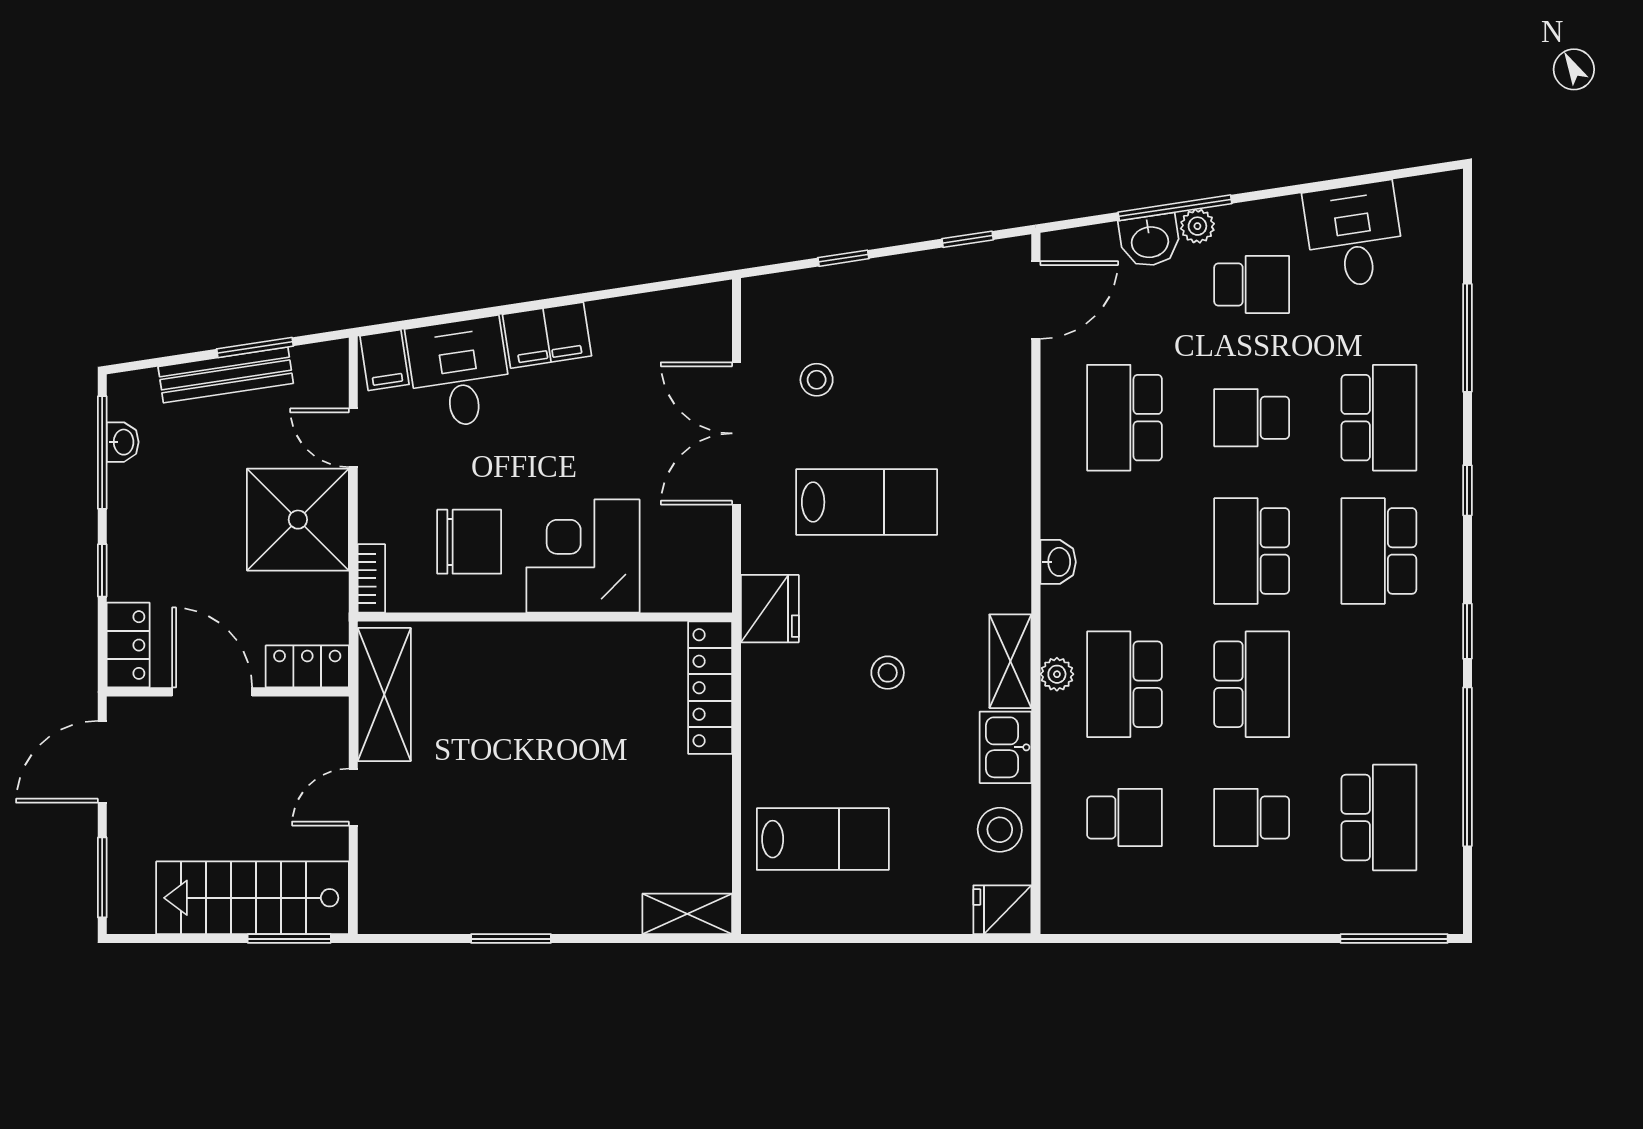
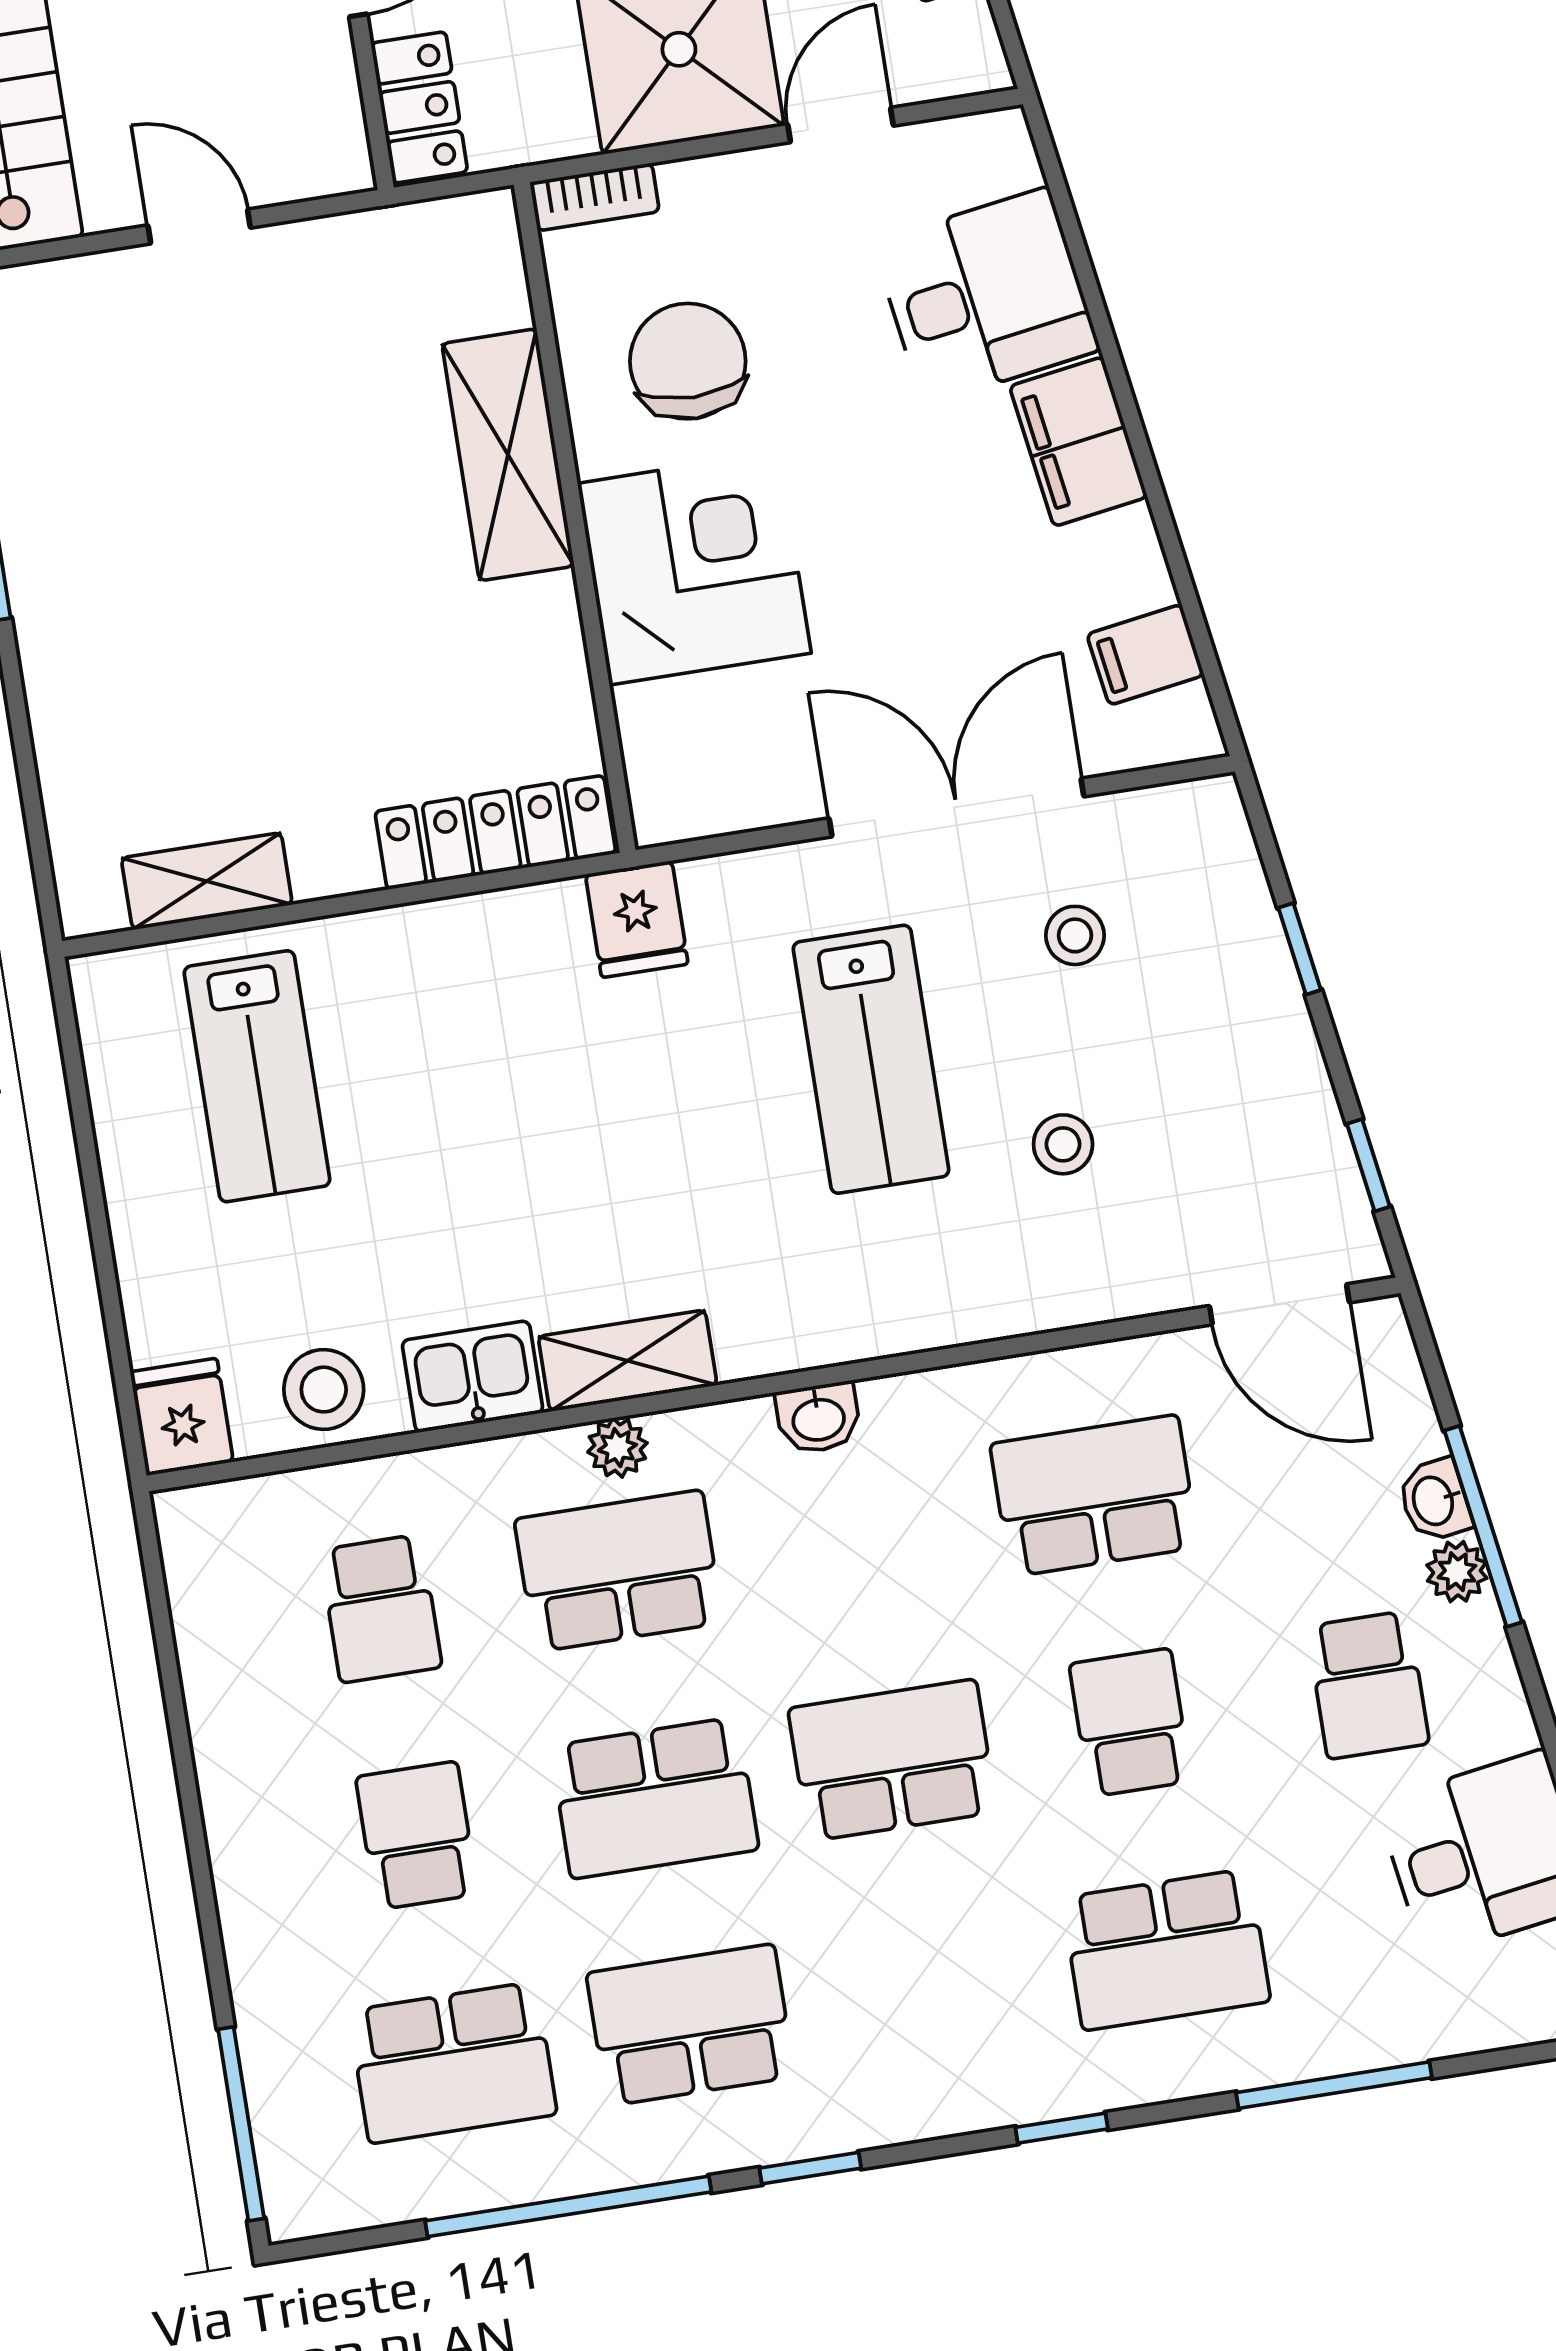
washbasin: (1150, 241) -> (1435, 1500), width x0.72, depth x0.69
filing cabinet: (385, 360) -> (1145, 655), moved
chair: (469, 542) -> (688, 361), turned 180
school desk: (1379, 551) -> (691, 2025), moved
fridge: (770, 609) -> (637, 919), width x0.72
stool: (888, 673) -> (1063, 1144), moved
shelving: (384, 695) -> (508, 455), moved, turned 90
shelving: (687, 914) -> (207, 881), moved, turned 90

